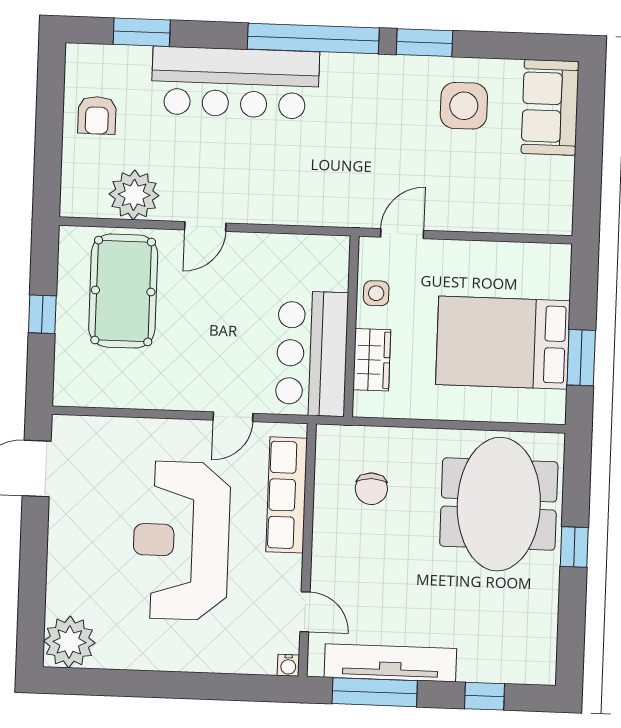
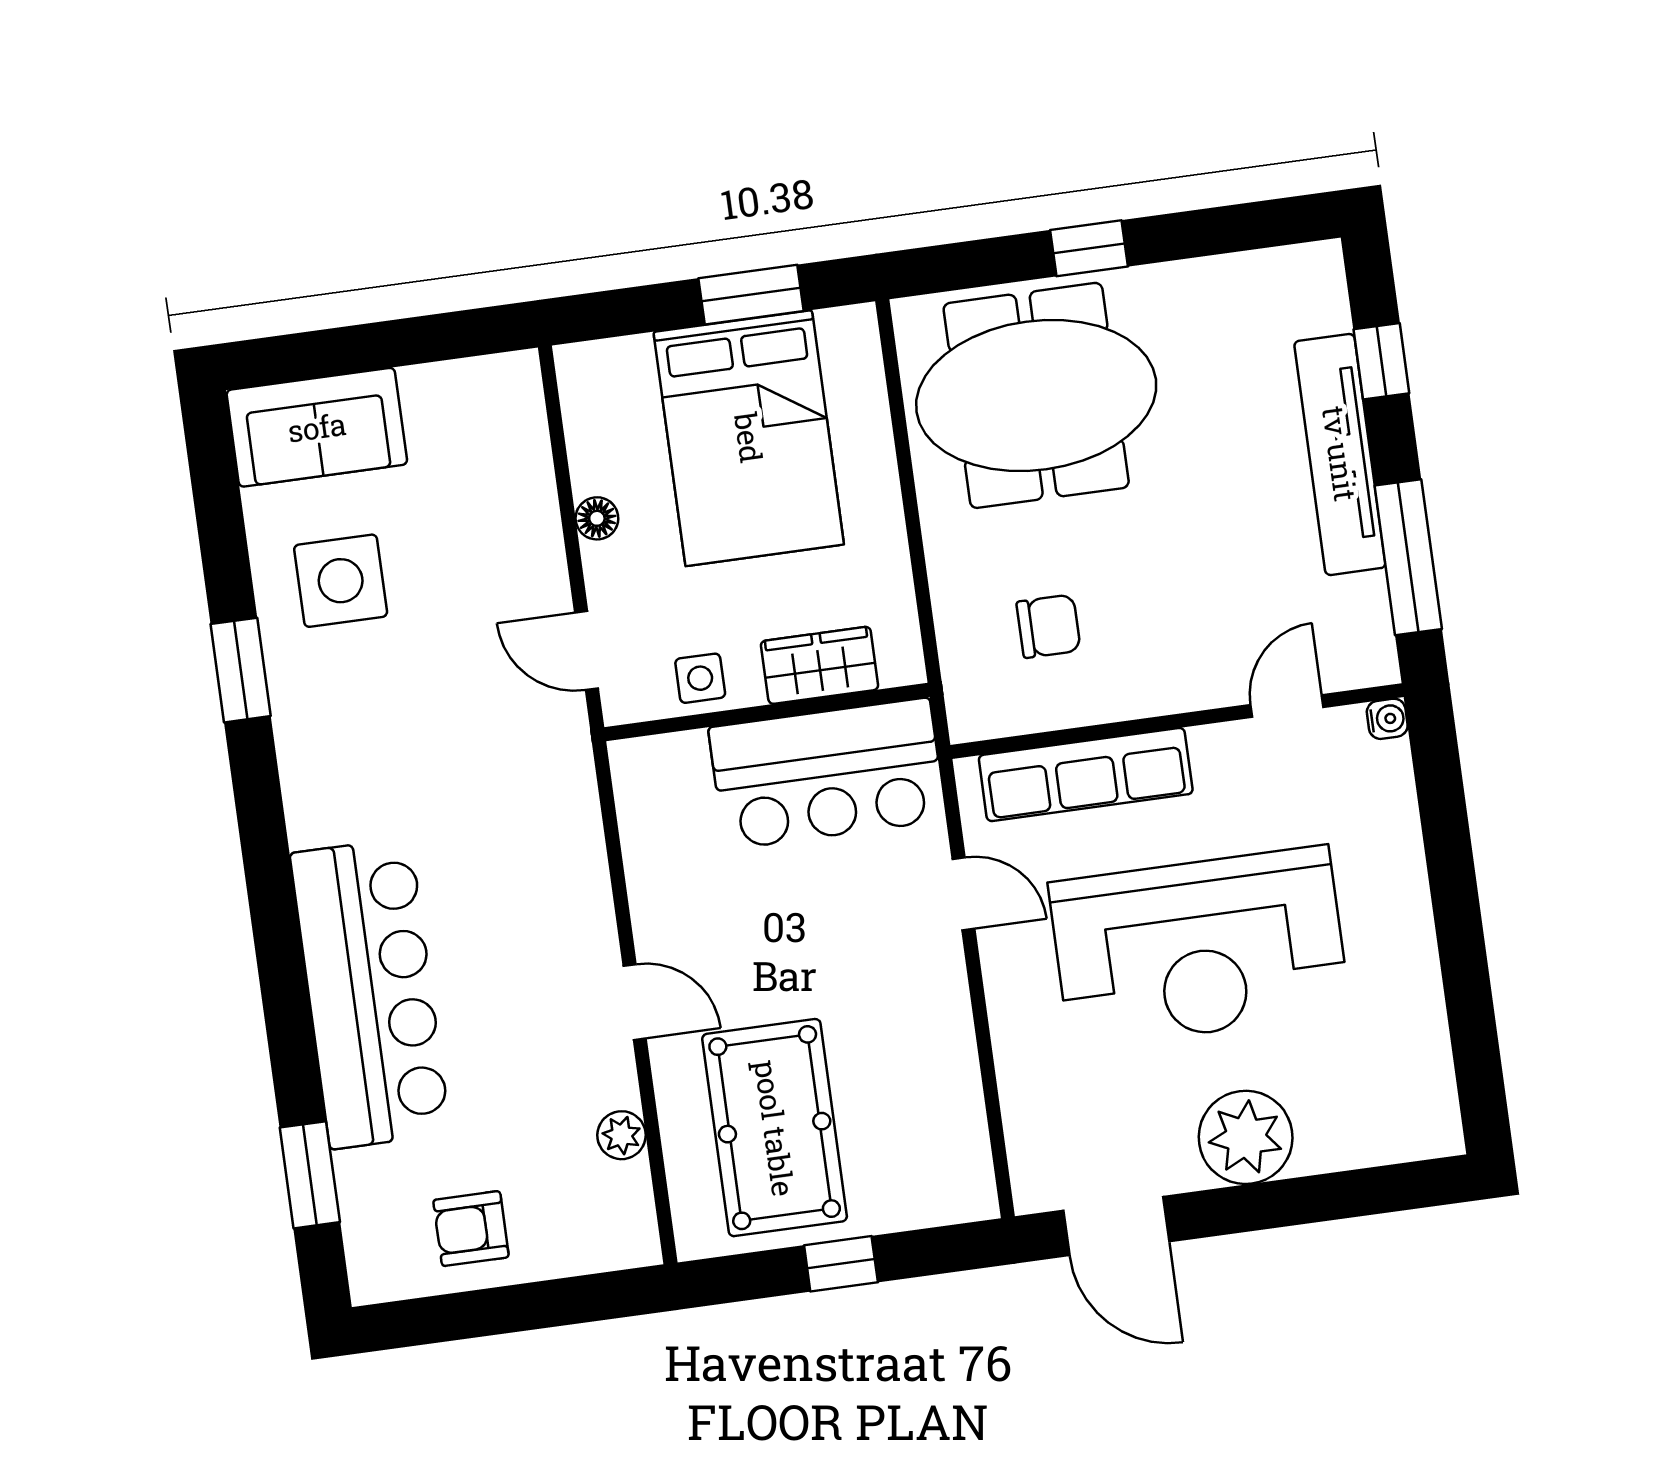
window: (313, 38) -> (268, 869), removed
armchair: (97, 115) -> (471, 1229), turned 180
plant: (134, 195) -> (621, 1135), width x0.53, depth x0.53
floor lamp: (473, 252) -> (597, 518), added
pool table: (123, 291) -> (775, 1128), turned 90
plant: (69, 642) -> (1246, 1137), moved
tv unit: (390, 663) -> (1340, 454), moved

